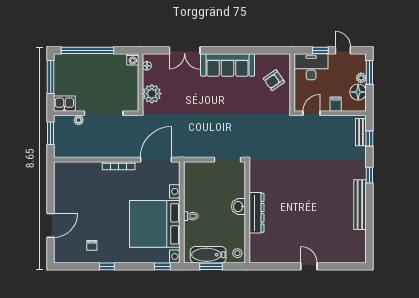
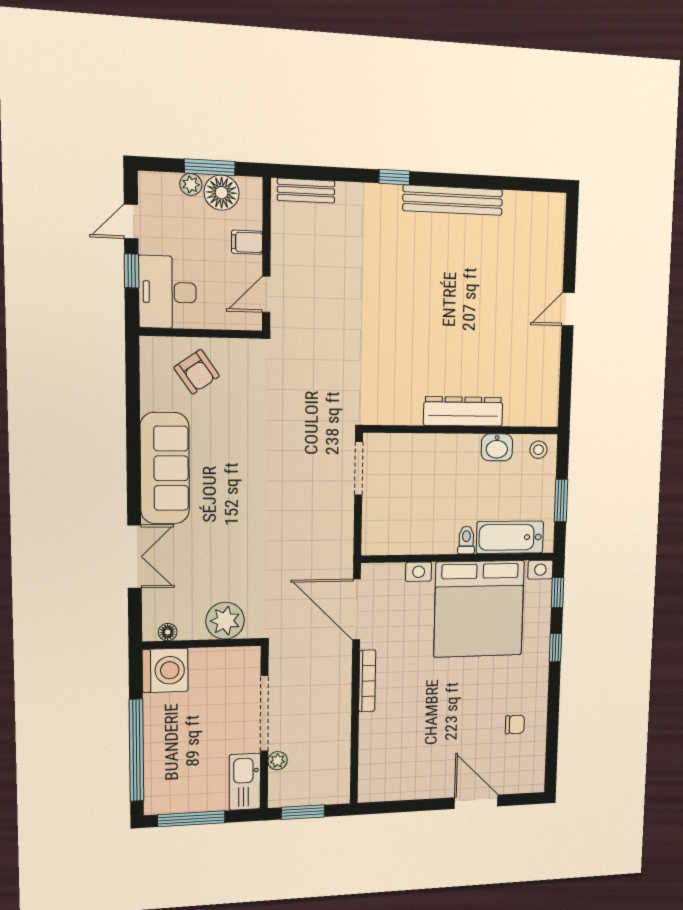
washing machine: (133, 59) -> (165, 670), width x1.89, depth x1.89
window: (369, 72) -> (210, 167), moved
kitchen sink: (64, 104) -> (245, 782), width x1.38
door: (312, 113) -> (266, 294), hinge flipped
window: (369, 138) -> (319, 173), removed
washbasin: (238, 207) -> (497, 447), moved
bathtub: (208, 255) -> (510, 537), moved, turned 90
window: (107, 266) -> (555, 648), moved

